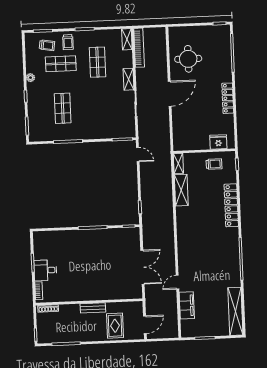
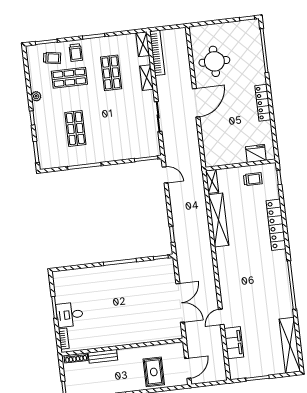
shelving: (128, 79) -> (147, 78), moved
shelving: (181, 190) -> (219, 220), width x1.47
bench: (93, 308) -> (103, 356), moved

